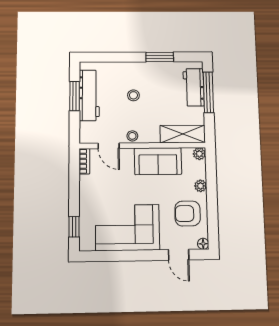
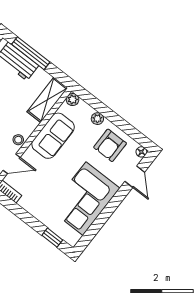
door: (179, 255) -> (135, 177), hinge flipped

